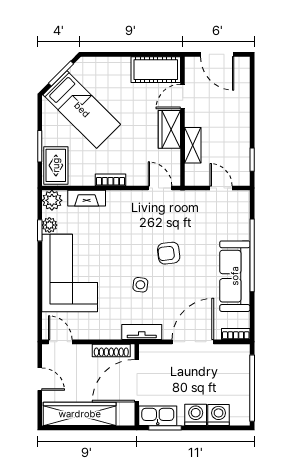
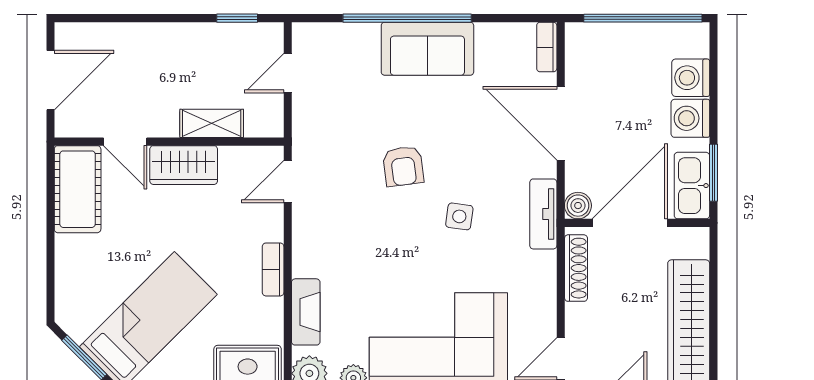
sofa: (235, 276) -> (427, 49), width x0.73
boiler: (147, 352) -> (578, 206), added
door: (137, 381) -> (630, 223), swing flipped

